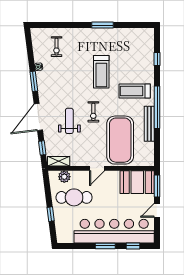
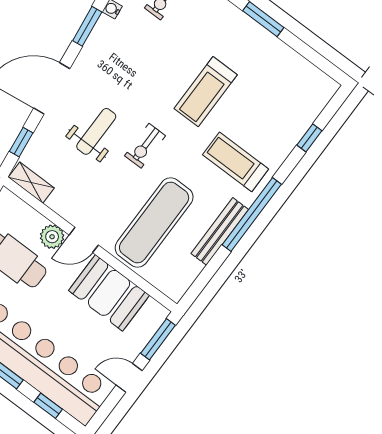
exercise mat: (120, 140) -> (154, 223), width x0.68
plant: (64, 177) -> (52, 237), moved
booth: (137, 182) -> (109, 293), moved

